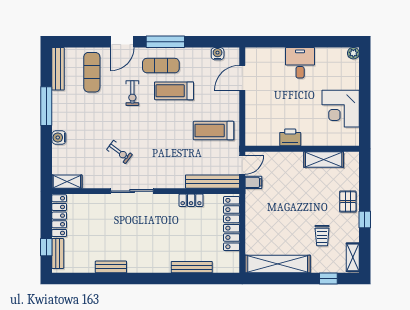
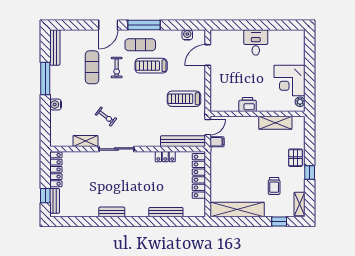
plant: (353, 53) -> (300, 102), moved
exercise mat: (92, 72) -> (92, 67), moved
shelving: (67, 182) -> (85, 141), moved
bench: (111, 267) -> (112, 212), moved

